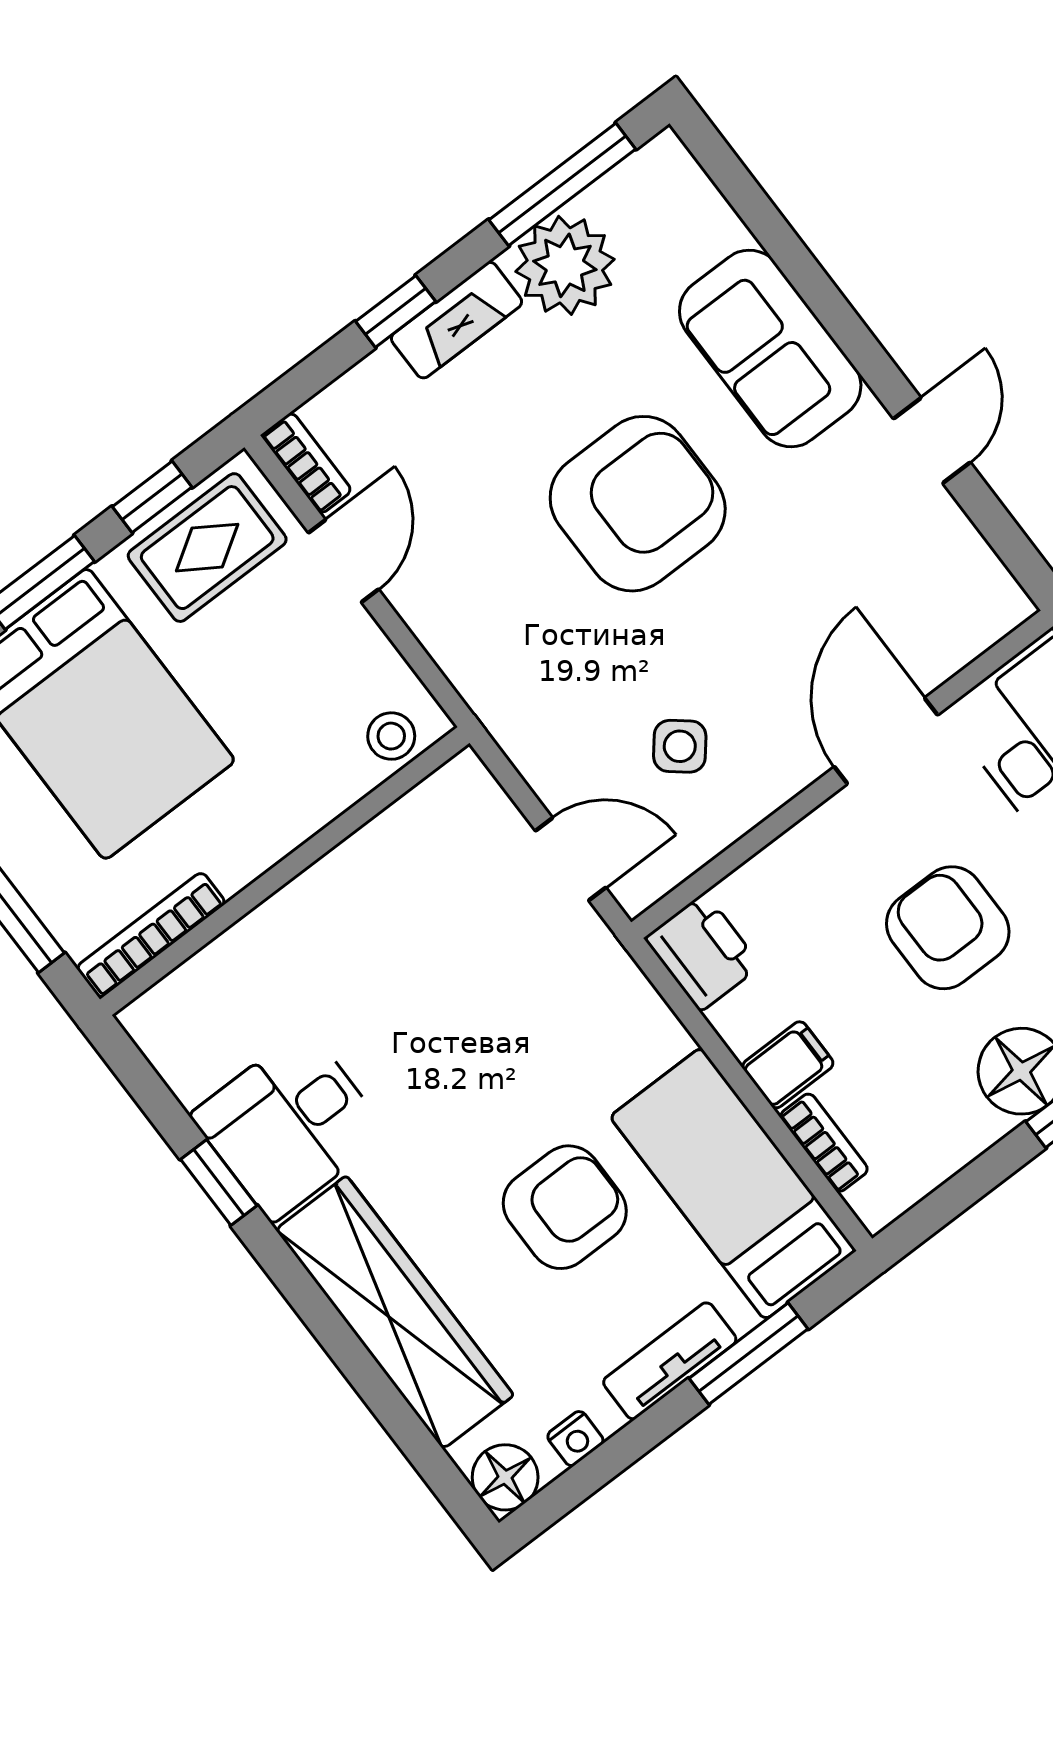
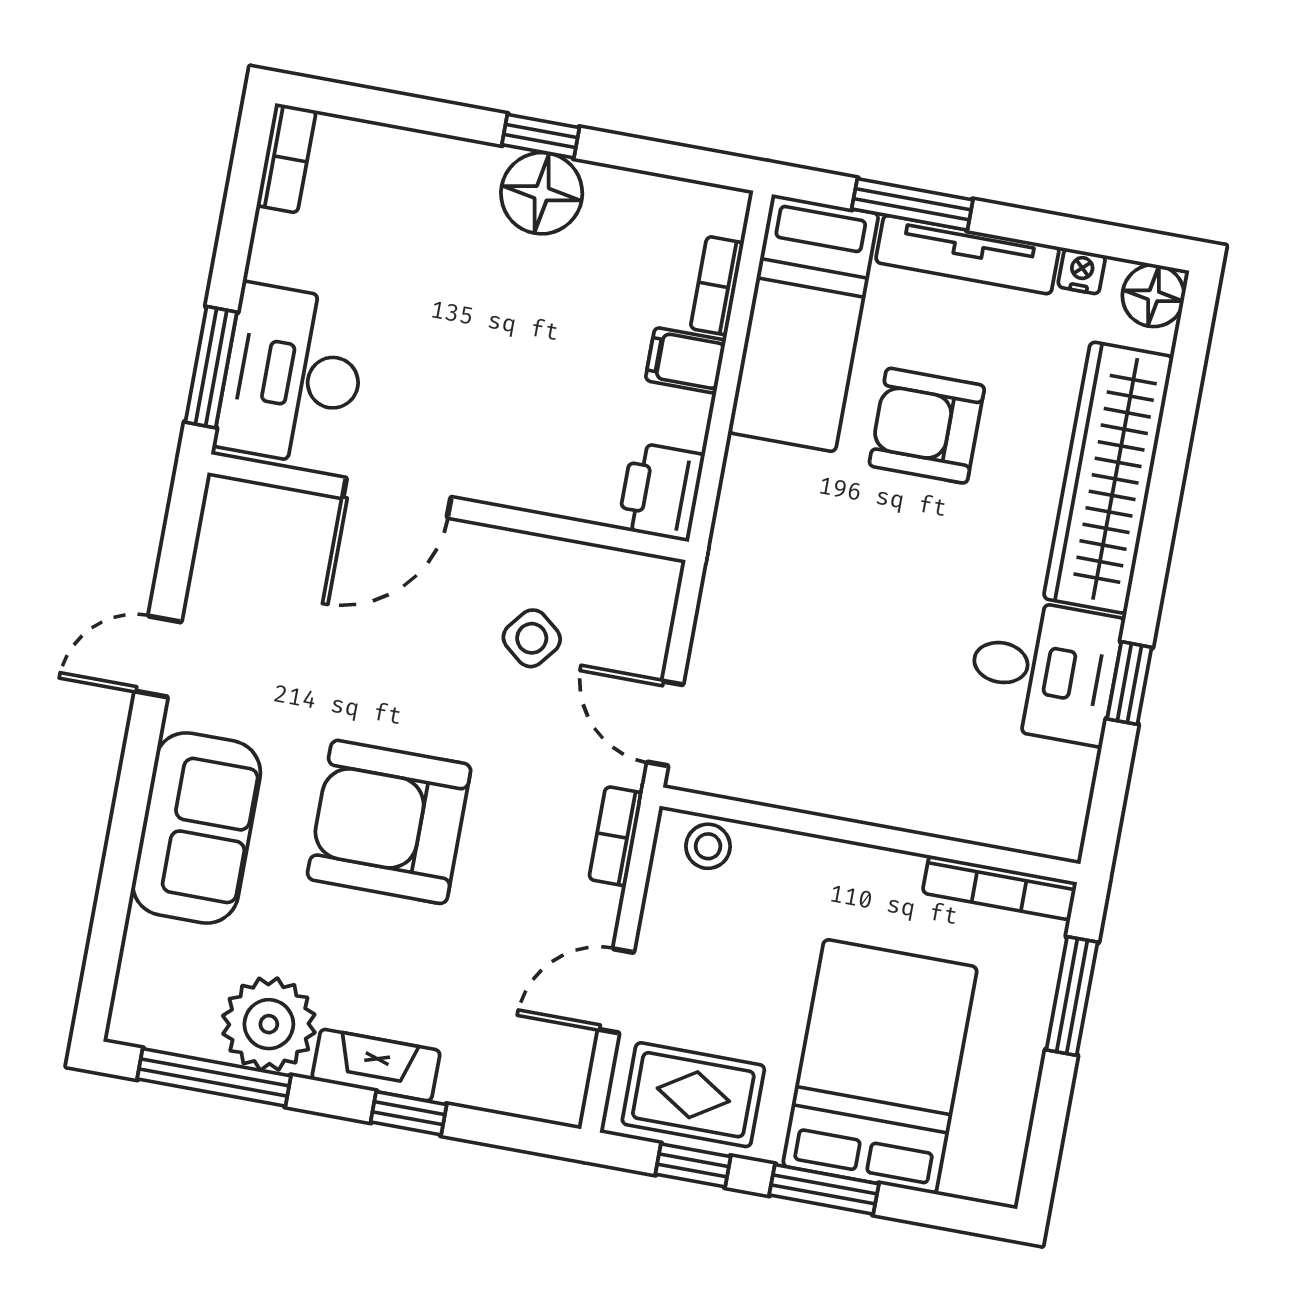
bookcase: (306, 463) -> (616, 836), moved
door: (571, 859) -> (665, 723), moved
armchair: (948, 928) -> (488, 336), removed
tv unit: (670, 1361) -> (967, 255), width x1.41

